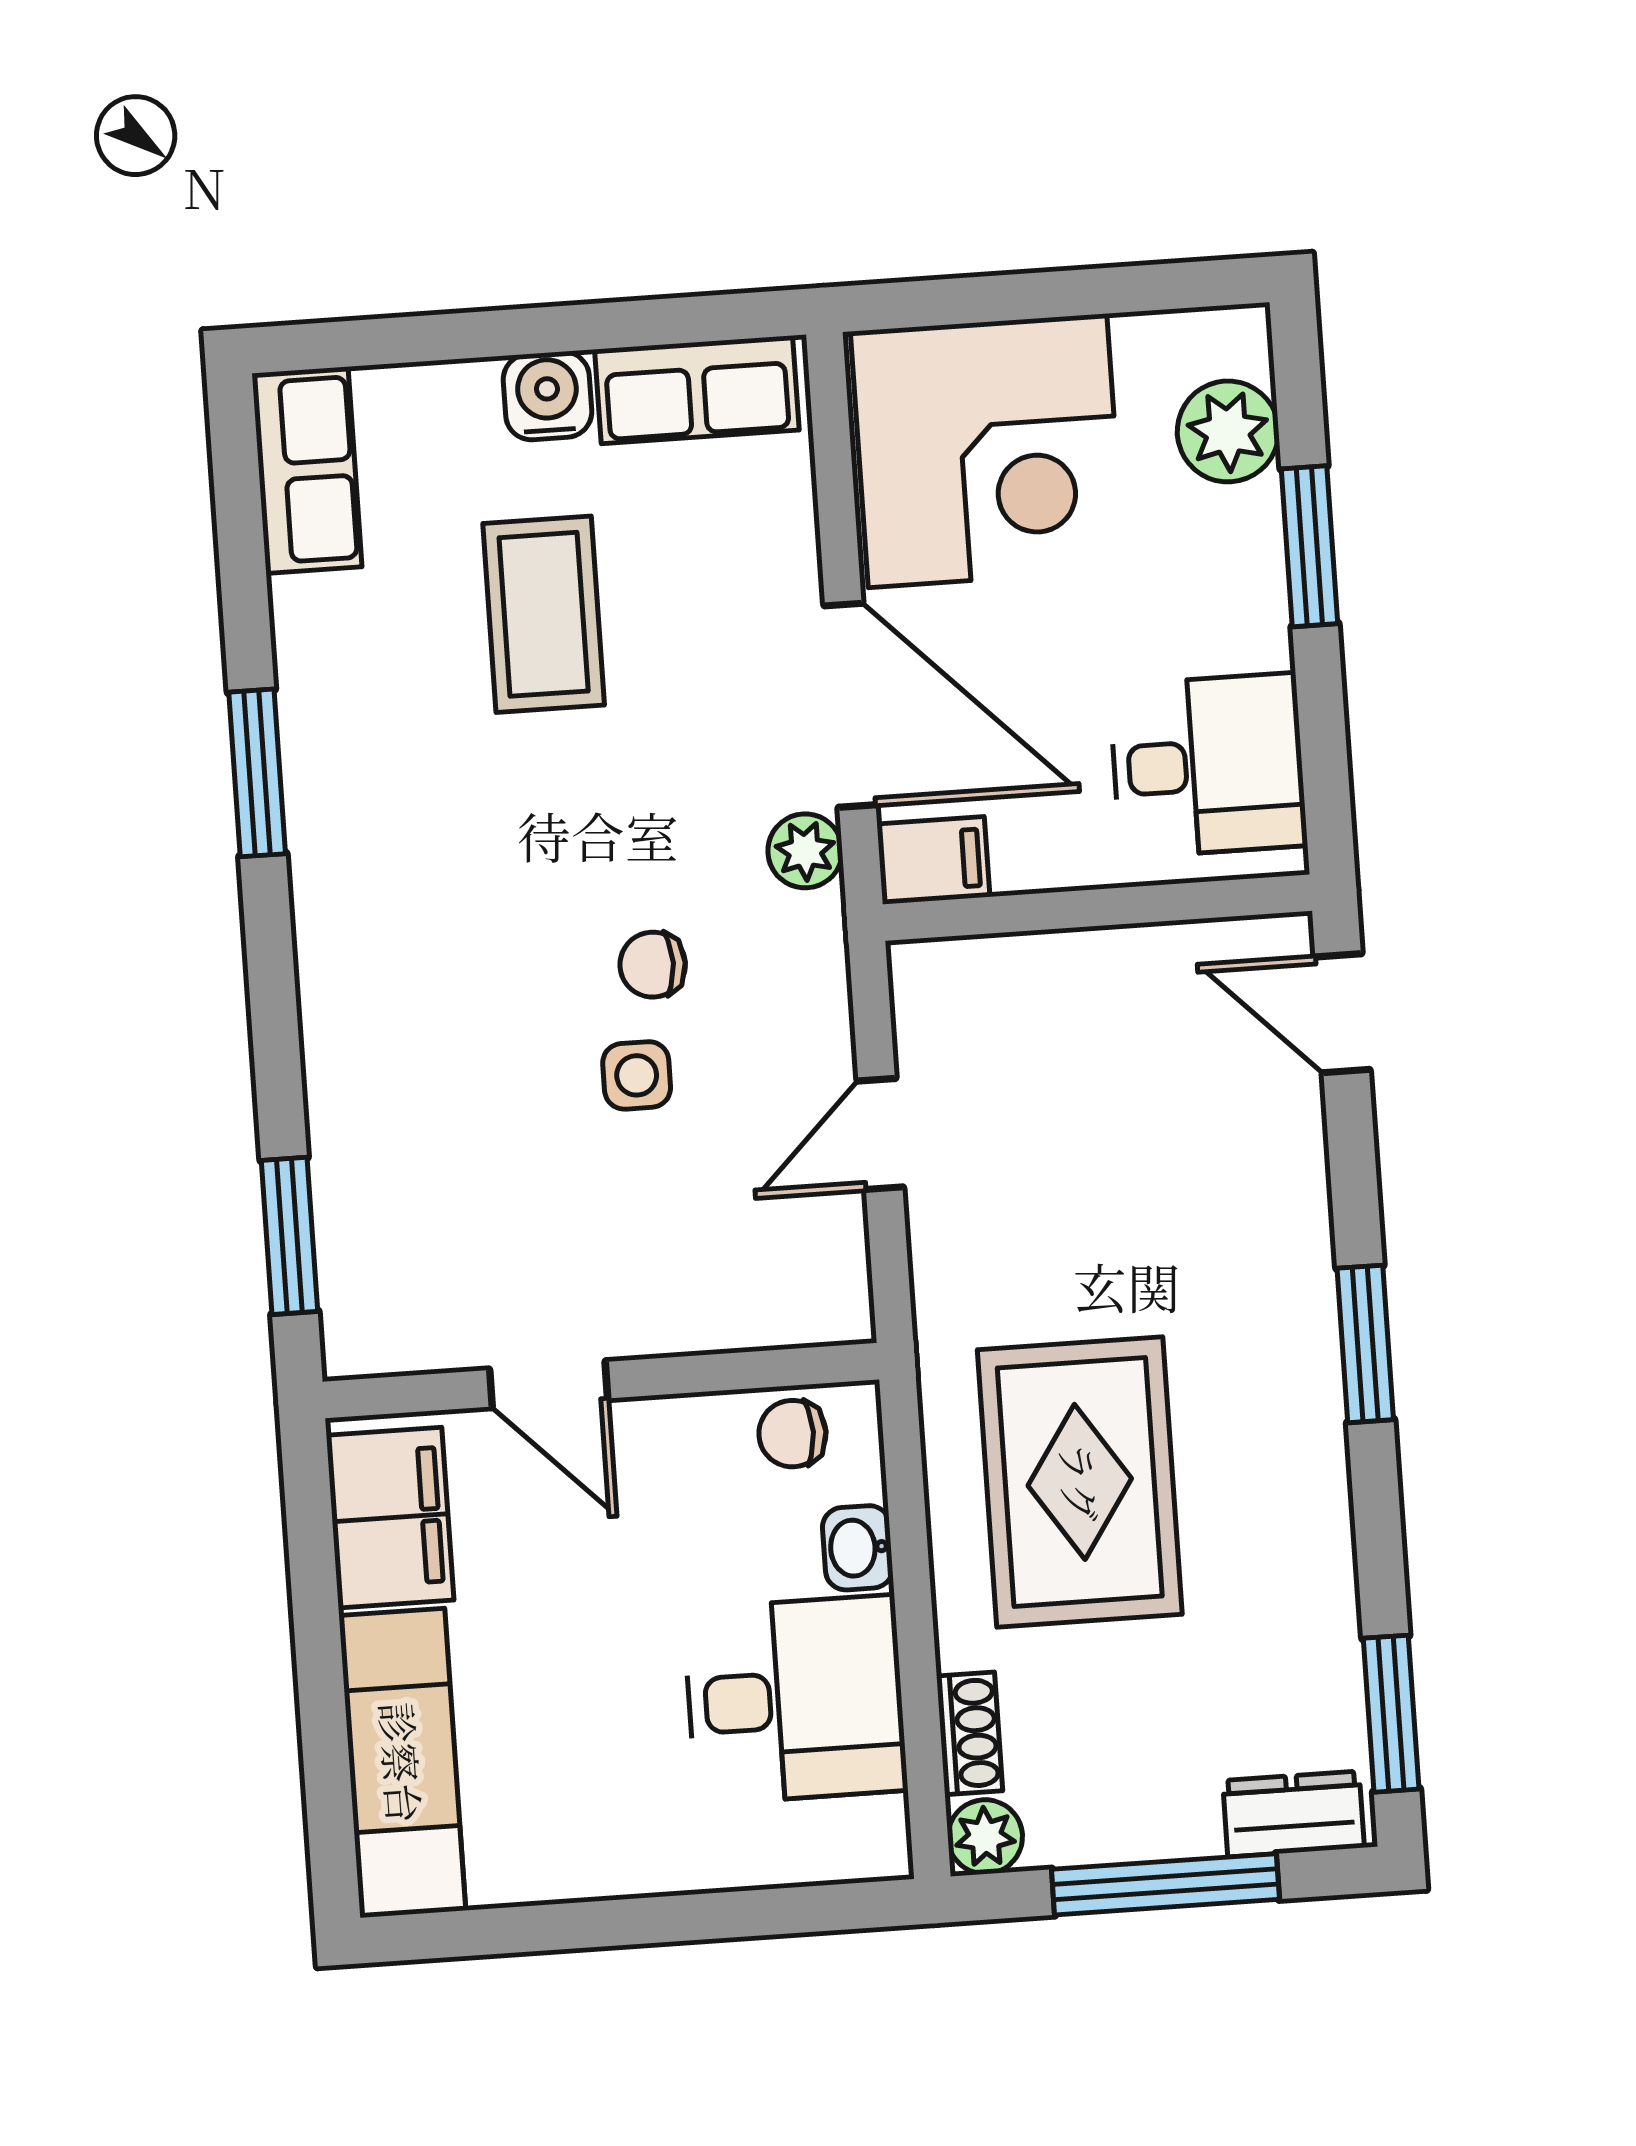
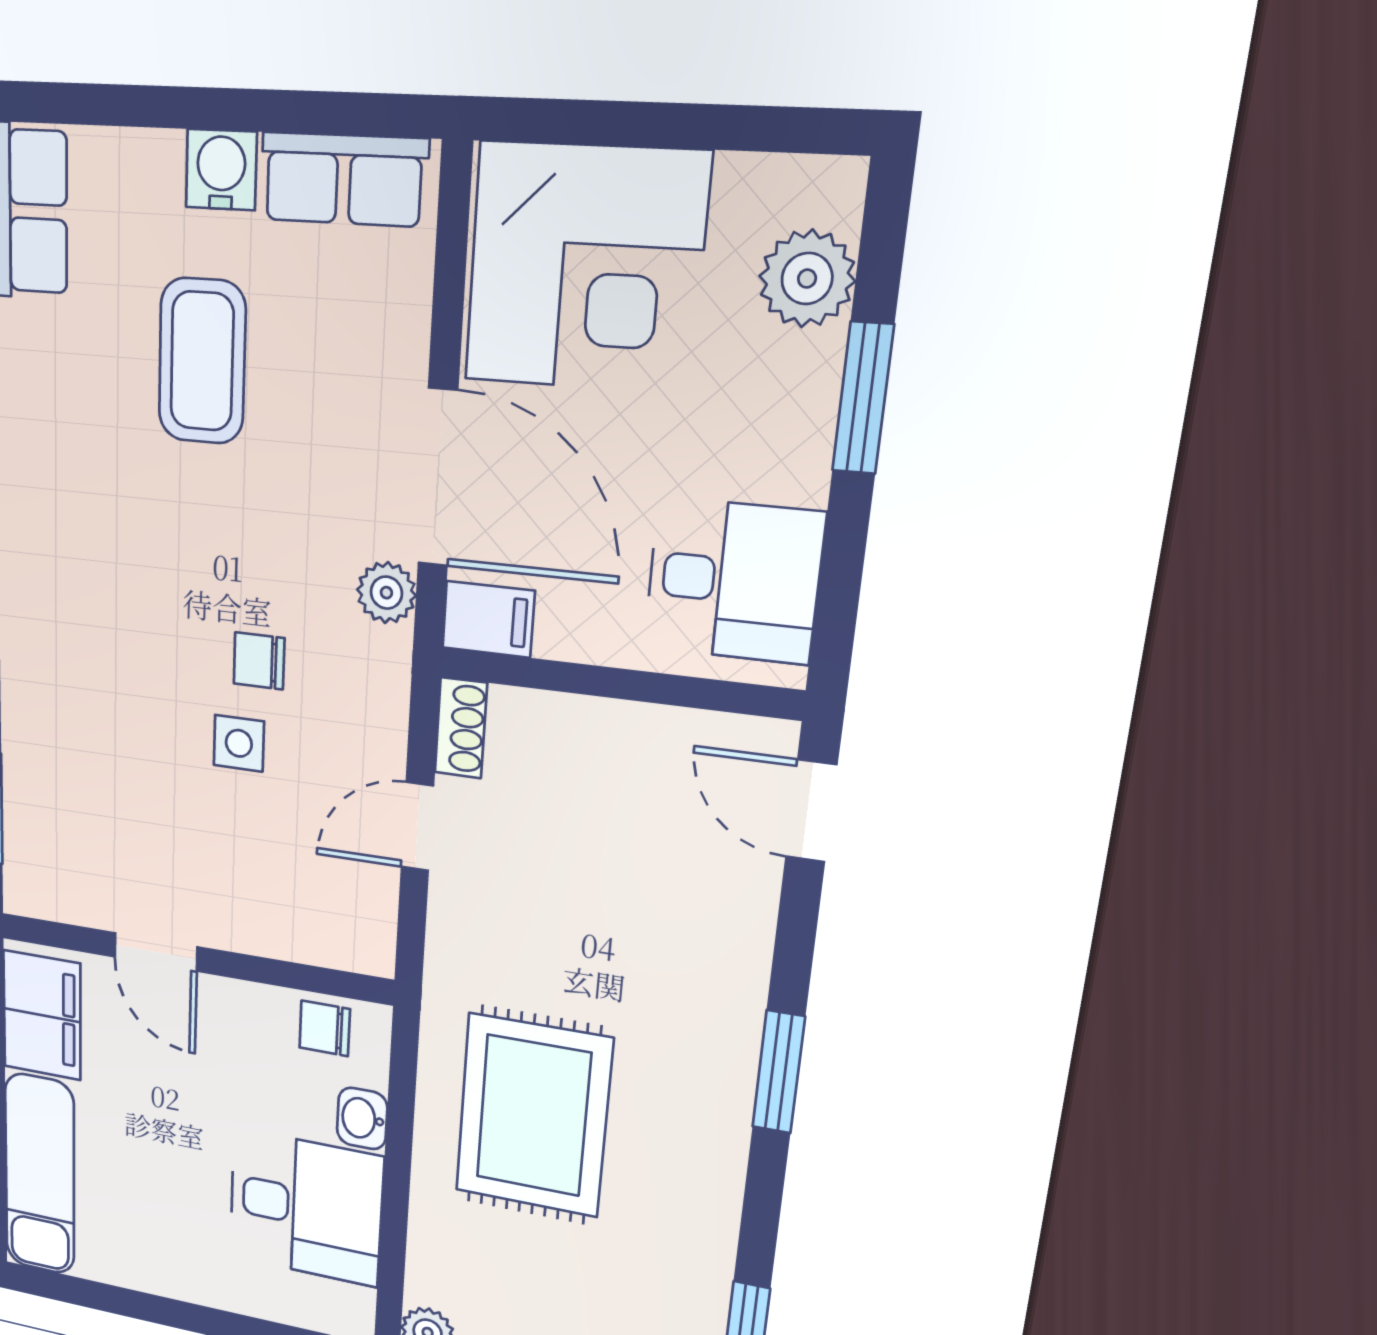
shoe rack: (970, 1733) -> (461, 728), moved

